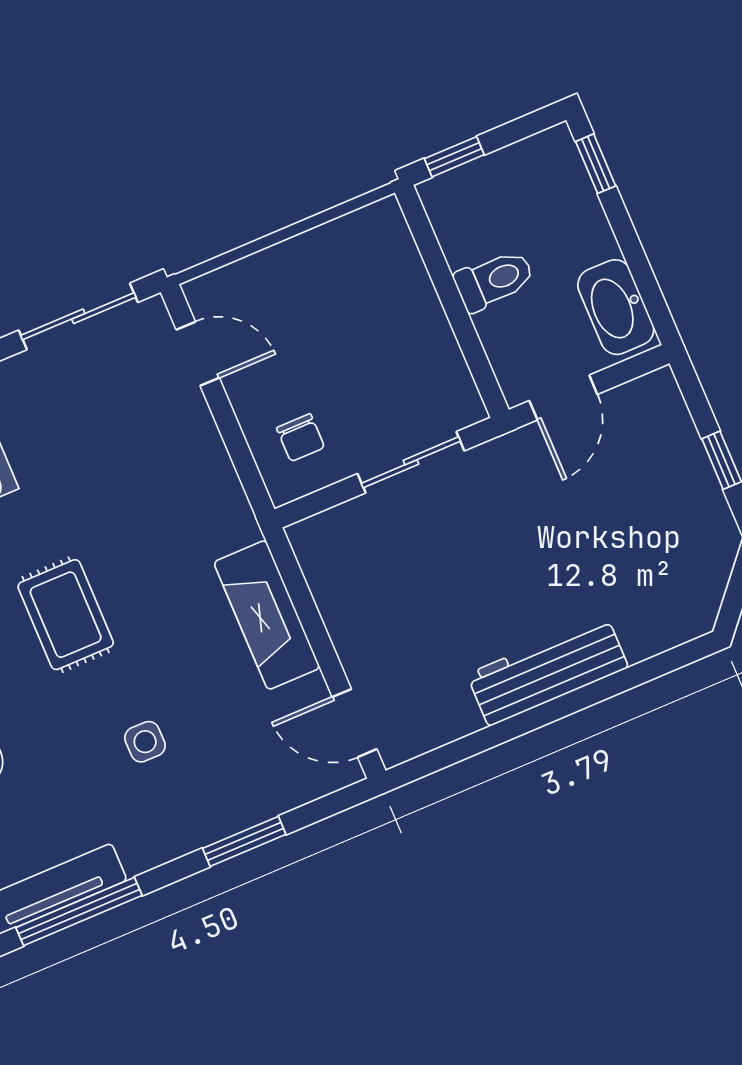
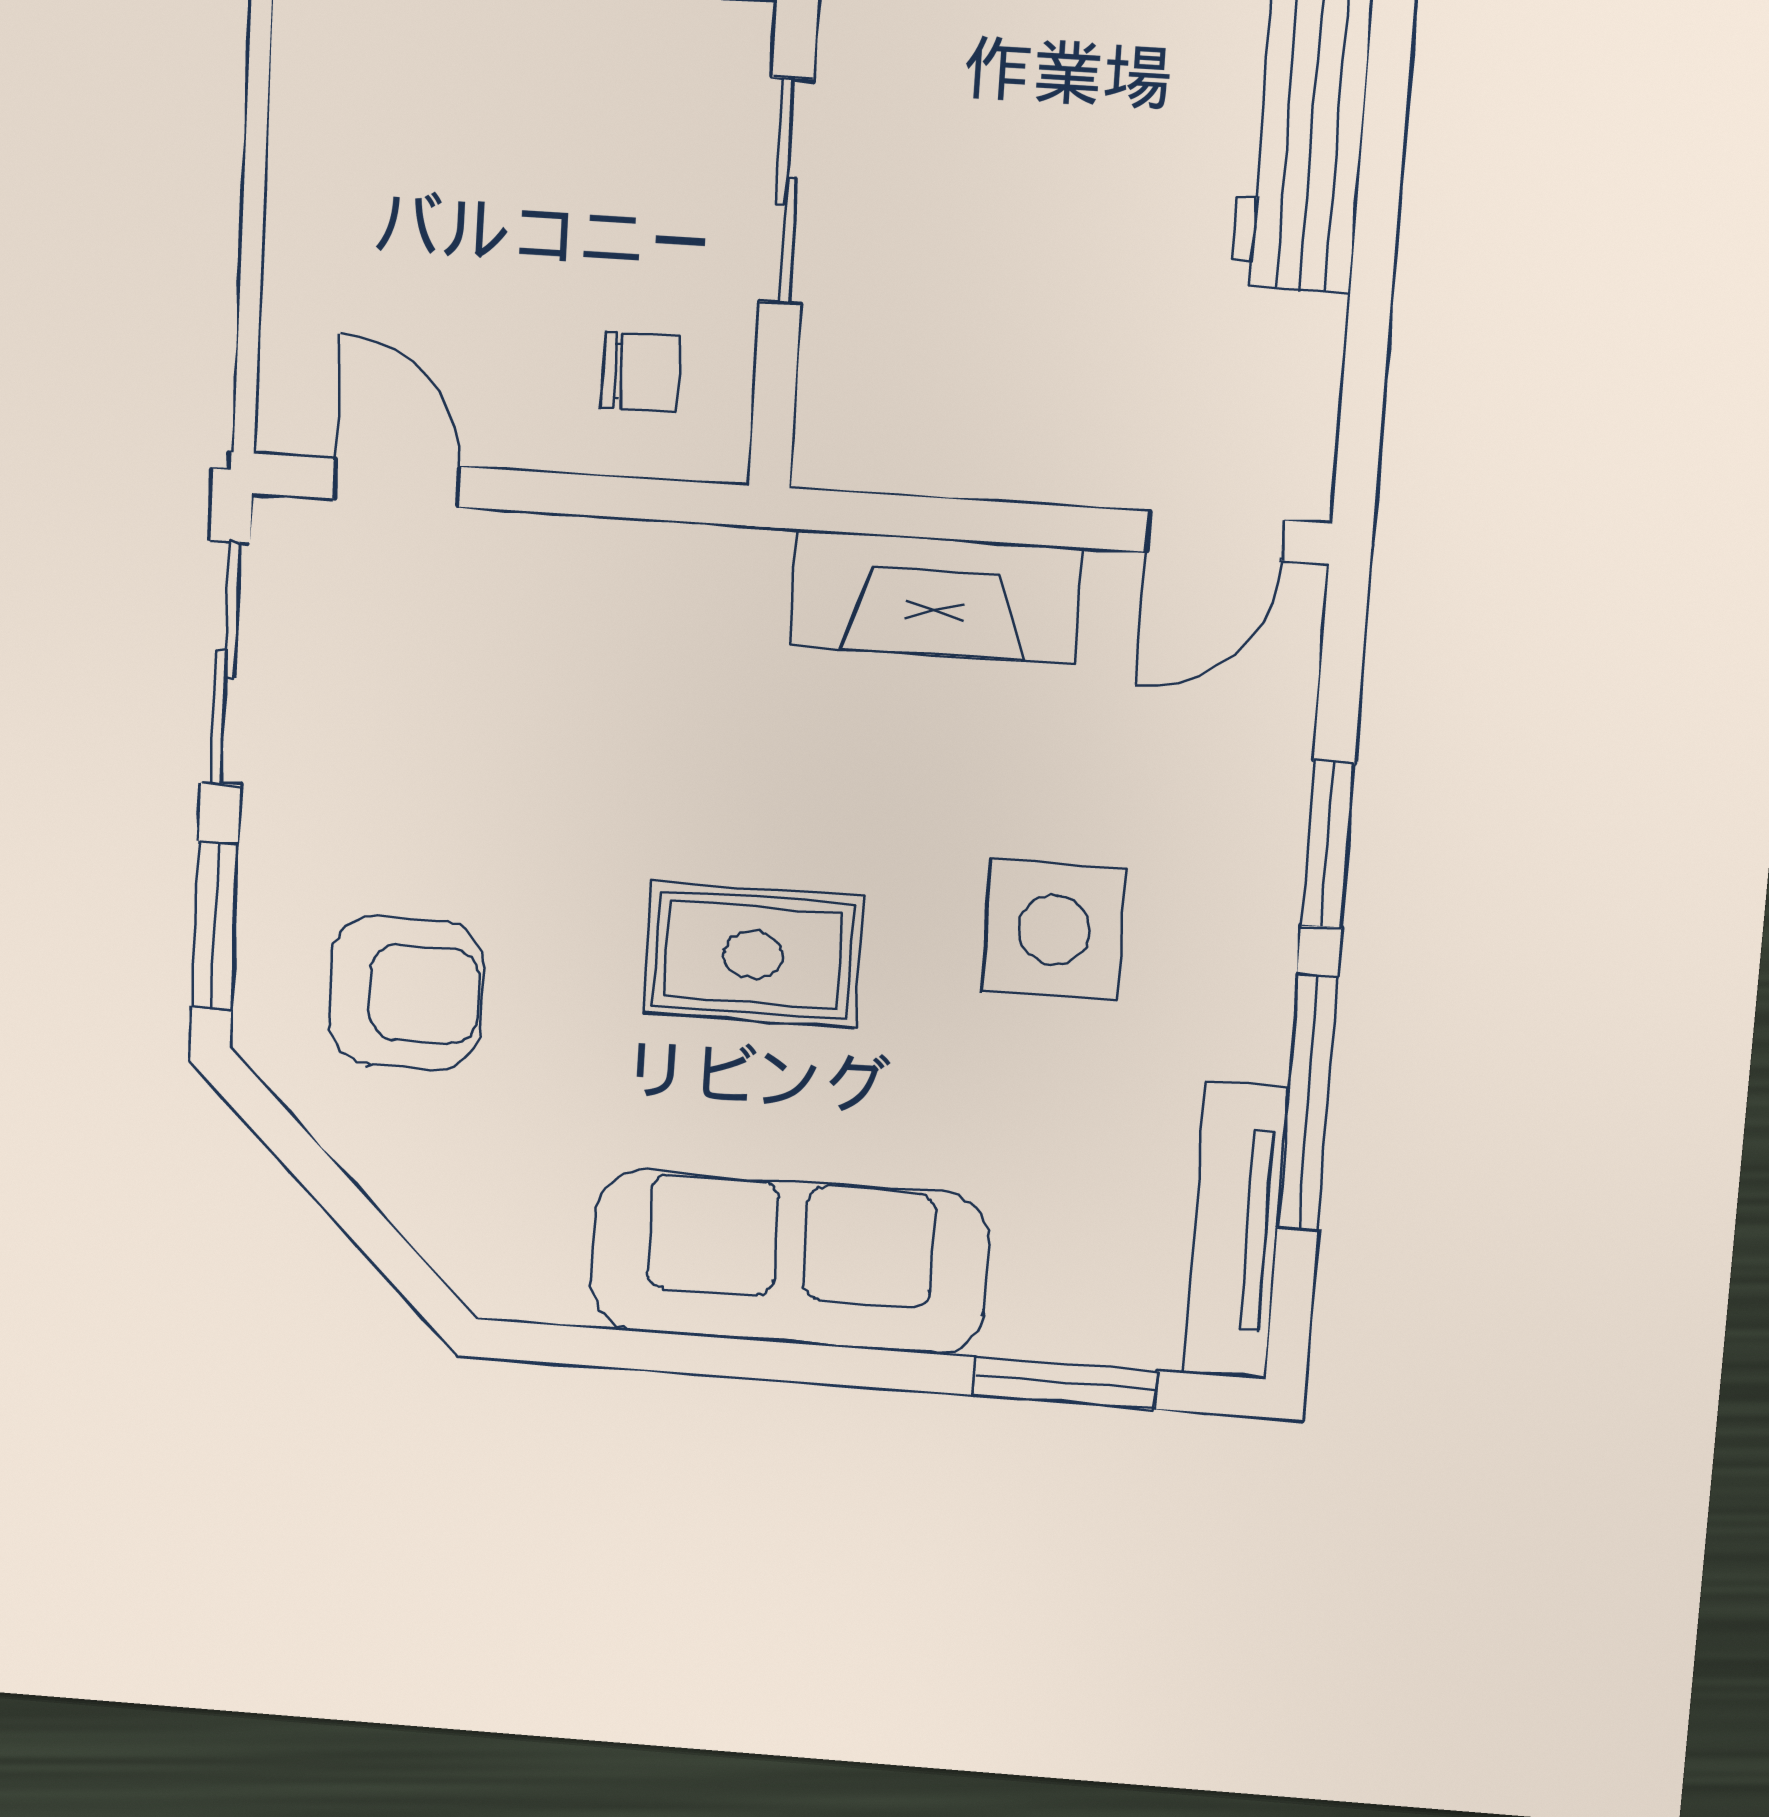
door: (198, 354) -> (396, 483), hinge flipped
side table: (145, 742) -> (1054, 930), width x1.87, depth x1.87
window: (79, 912) -> (1307, 1103), moved

